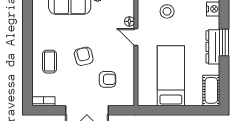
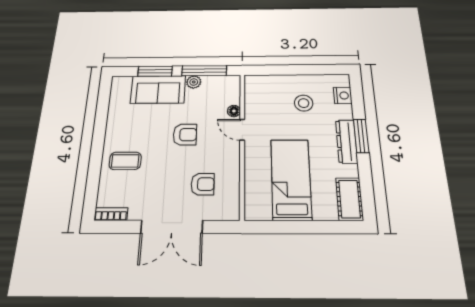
stool: (167, 11) -> (304, 103), moved
armchair: (84, 56) -> (185, 135), moved, turned 104
coffee table: (50, 62) -> (125, 161), turned 90

